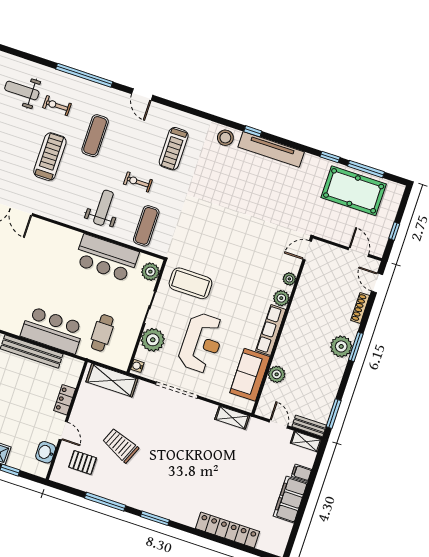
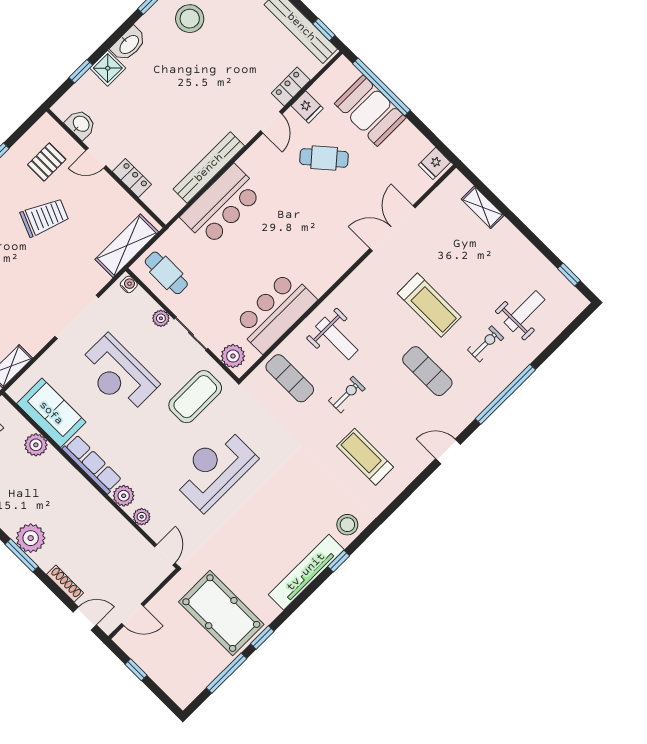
pool table: (354, 191) -> (221, 613), moved, turned 90
reception desk: (233, 246) -> (214, 469), added
cafe table: (102, 333) -> (166, 273), moved
plant: (153, 340) -> (161, 318), width x0.53, depth x0.53

